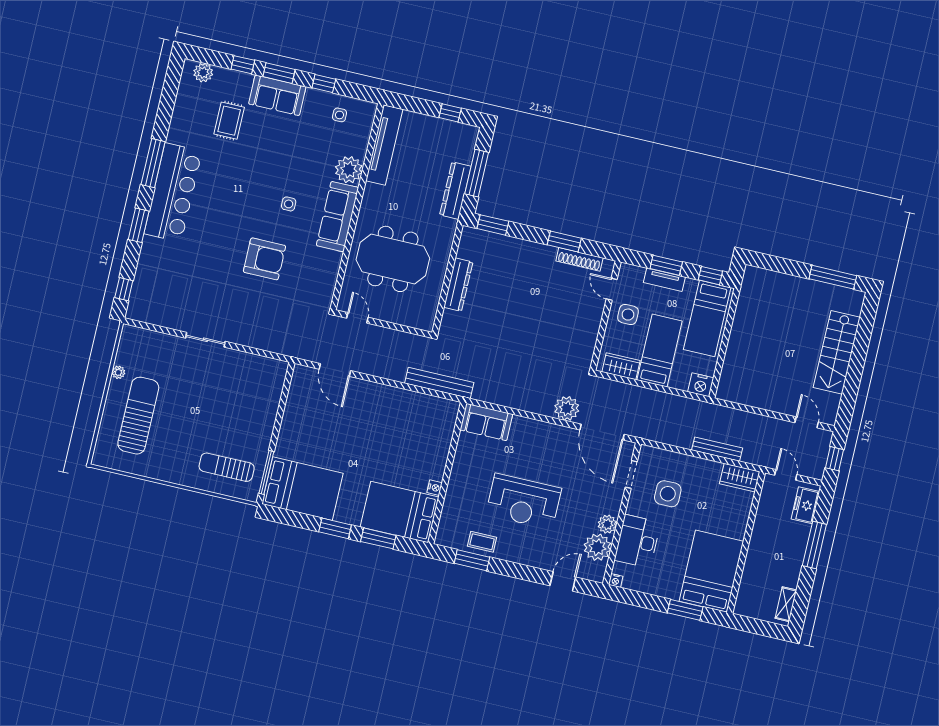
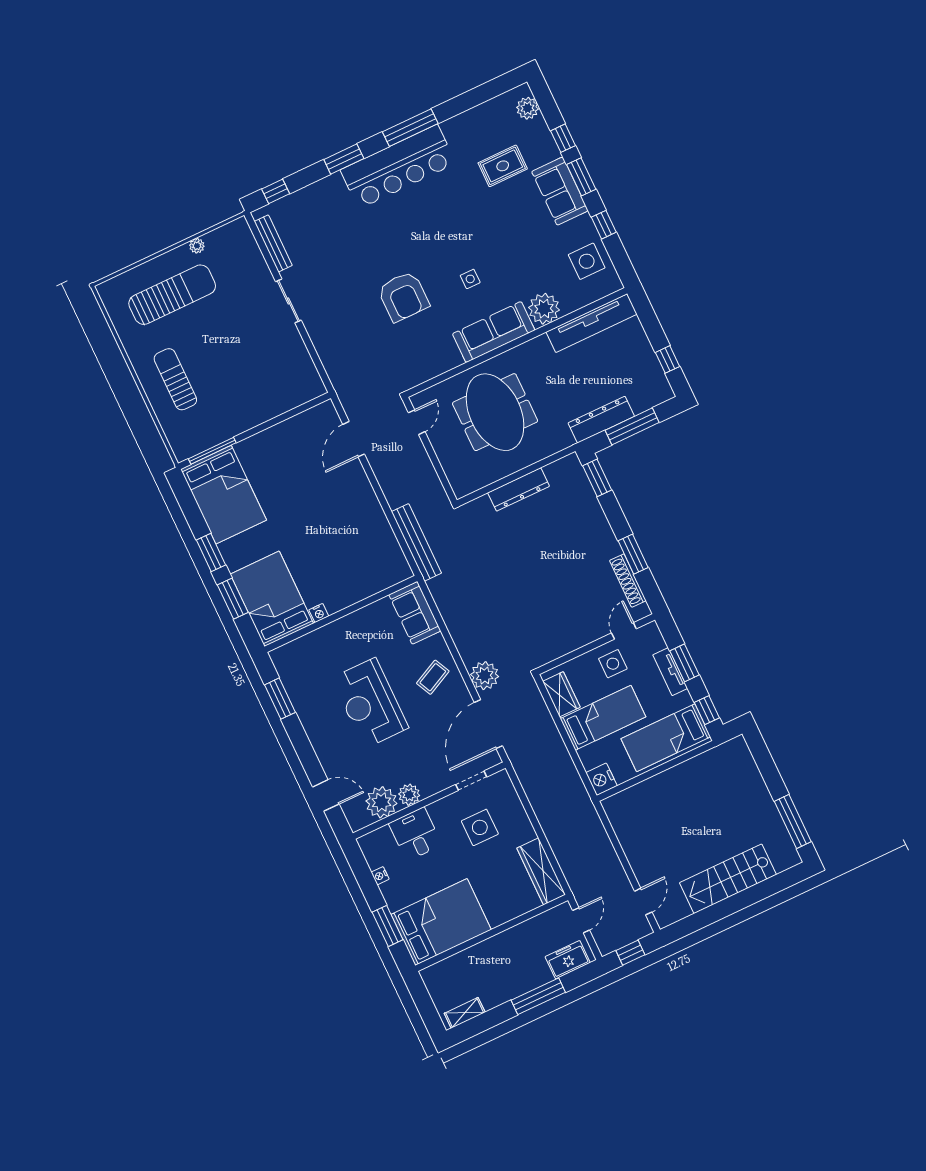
side table: (339, 115) -> (587, 261), width x1.87, depth x1.87
bench: (717, 449) -> (273, 243), moved
sun lounger: (227, 467) -> (175, 379), moved
wardrobe: (740, 478) -> (541, 871), width x1.50
desk: (637, 541) -> (415, 834), width x0.73
coffee table: (482, 542) -> (433, 677), moved, turned 64
nightstand: (616, 580) -> (380, 876), moved

